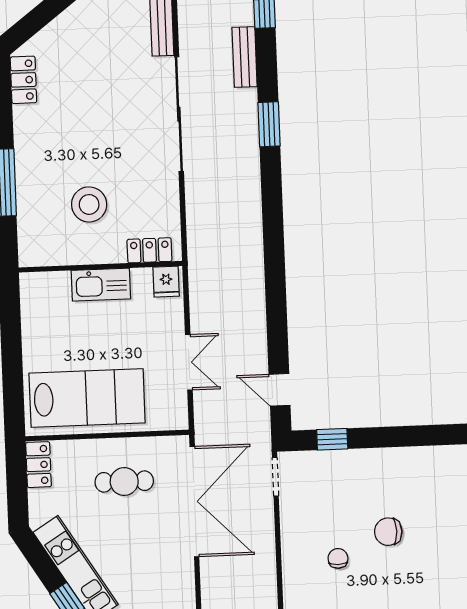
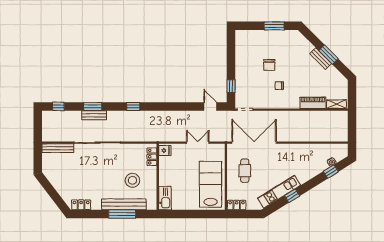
bench: (245, 57) -> (94, 115), moved
window: (269, 124) -> (93, 106), moved
bench: (29, 186) -> (124, 204), added
window: (272, 199) -> (133, 106), added
kitchen sink: (101, 285) -> (165, 198), moved
door: (280, 390) -> (210, 106), swing flipped

